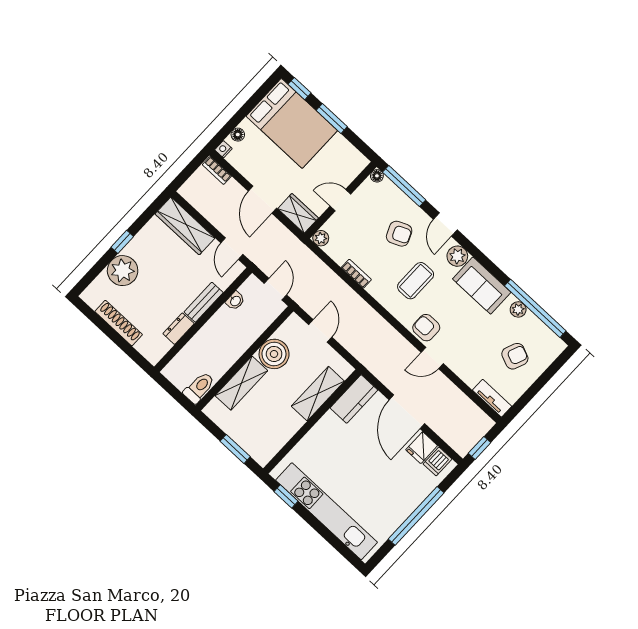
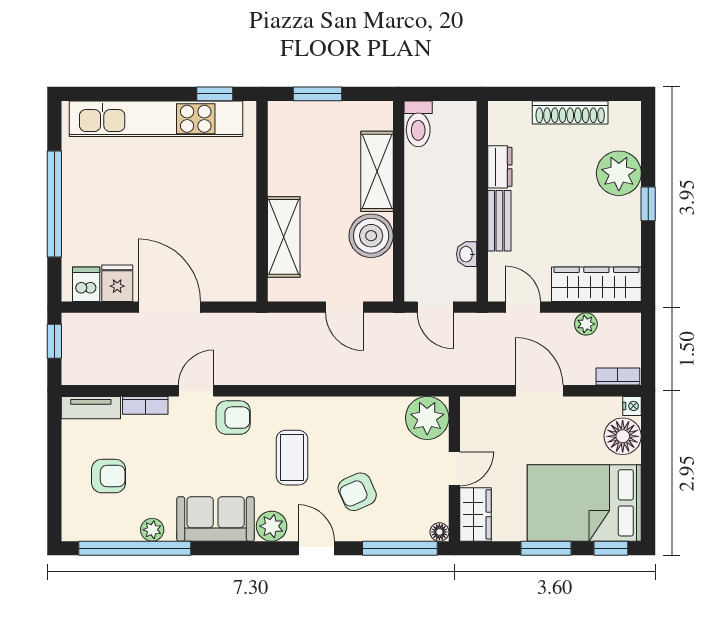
floor lamp: (238, 135) -> (623, 436), width x1.89, depth x1.89
plant: (208, 211) -> (586, 324), added
wardrobe: (298, 213) -> (476, 514), moved, turned -90
plant: (321, 238) -> (427, 418), width x1.87, depth x1.87
bookcase: (356, 274) -> (145, 405), moved
armchair: (515, 356) -> (109, 476), turned -112
kitchen counter: (354, 399) -> (239, 268), removed

